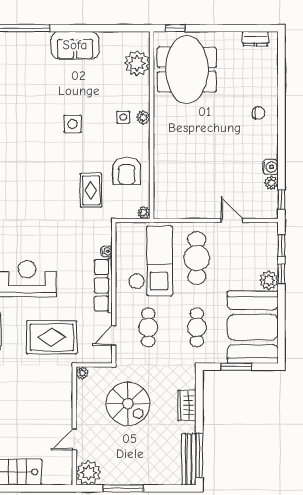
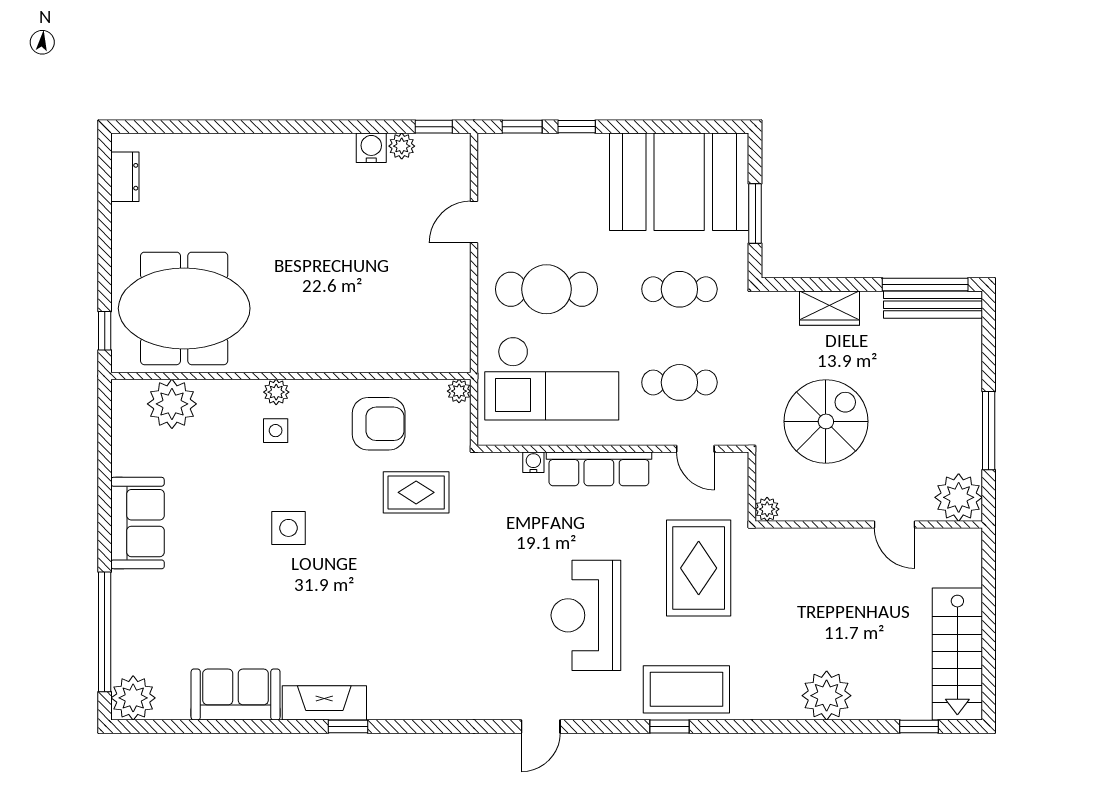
chair: (258, 113) -> (268, 171), removed
checkout: (150, 261) -> (552, 378), turned 180
plant: (269, 280) -> (589, 151), removed

